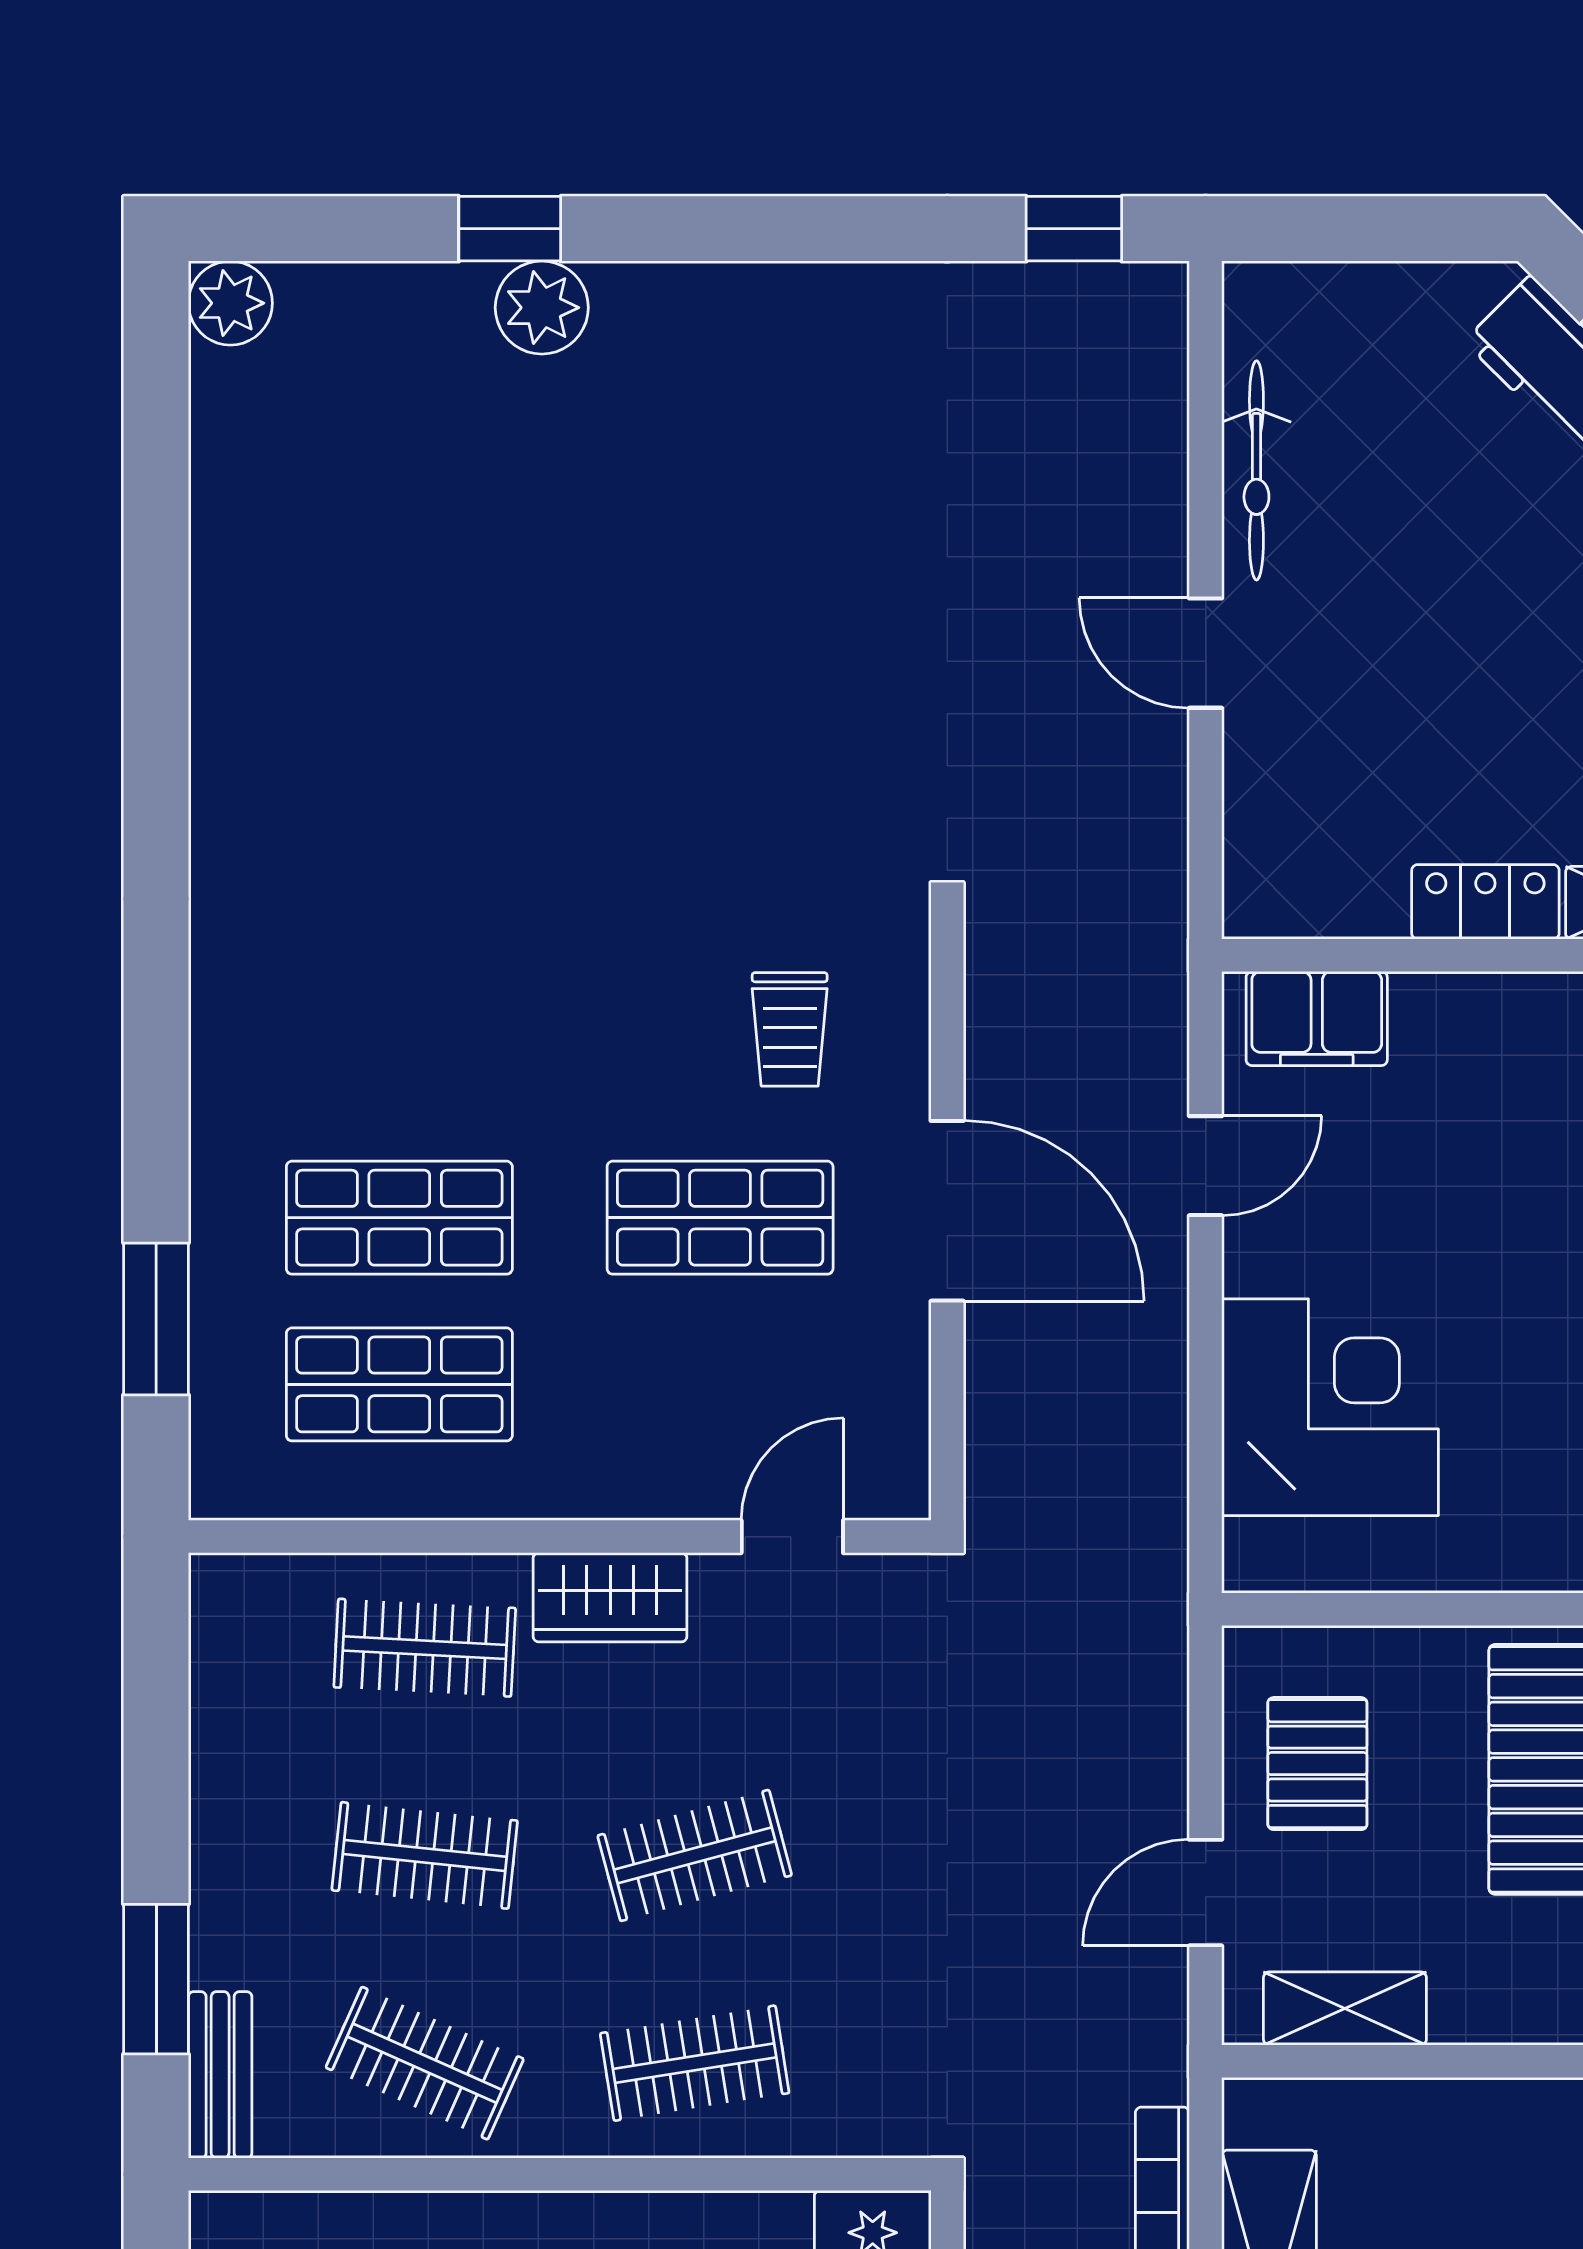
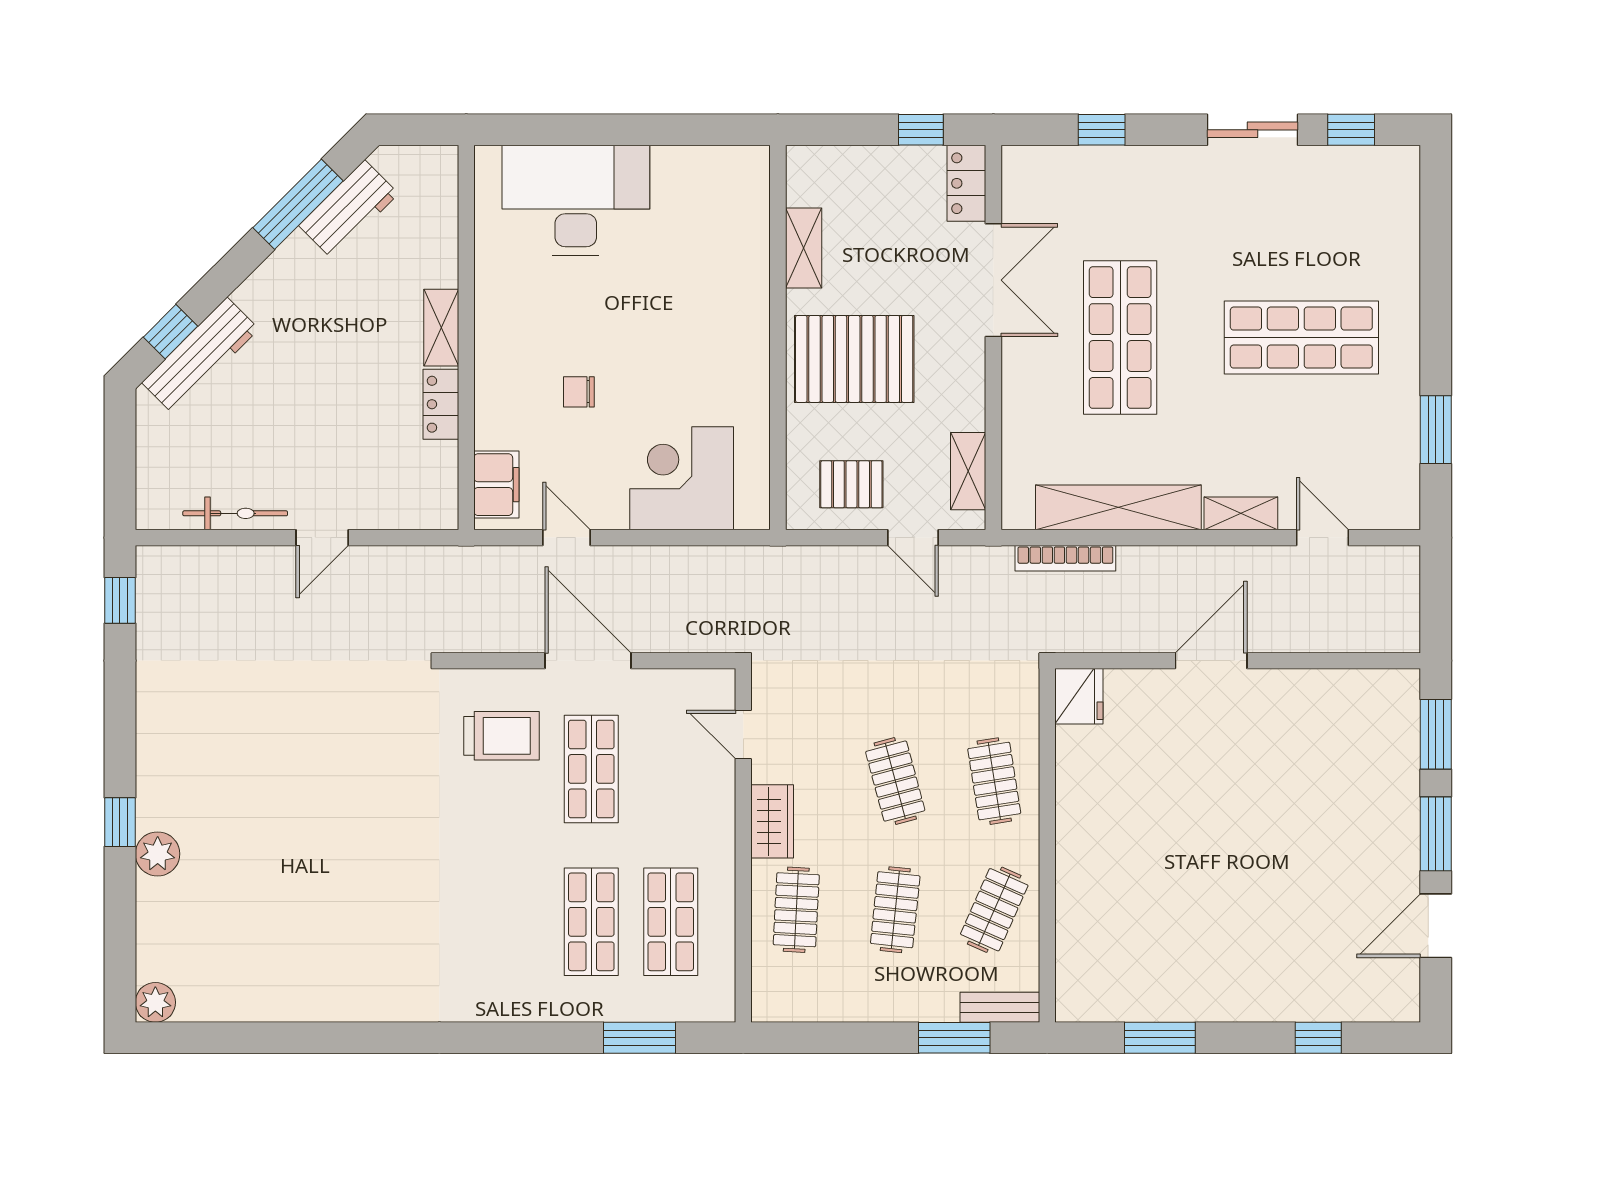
window: (510, 229) -> (120, 822), moved
trolley: (790, 1029) -> (502, 736), width x1.36, depth x1.39
chair: (1512, 1192) -> (579, 392), added
door: (947, 1211) -> (588, 661), hinge flipped

